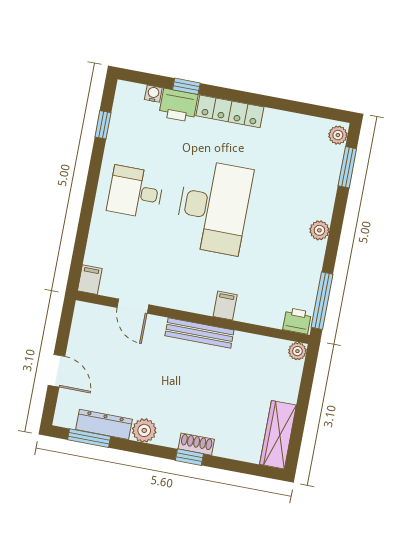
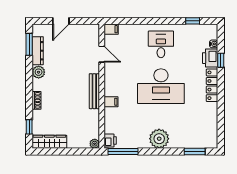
plant: (338, 135) -> (210, 143), removed
plant: (319, 230) -> (159, 139), width x1.87, depth x1.87
door: (133, 306) -> (102, 54), swing flipped
window: (189, 457) -> (29, 127), moved

